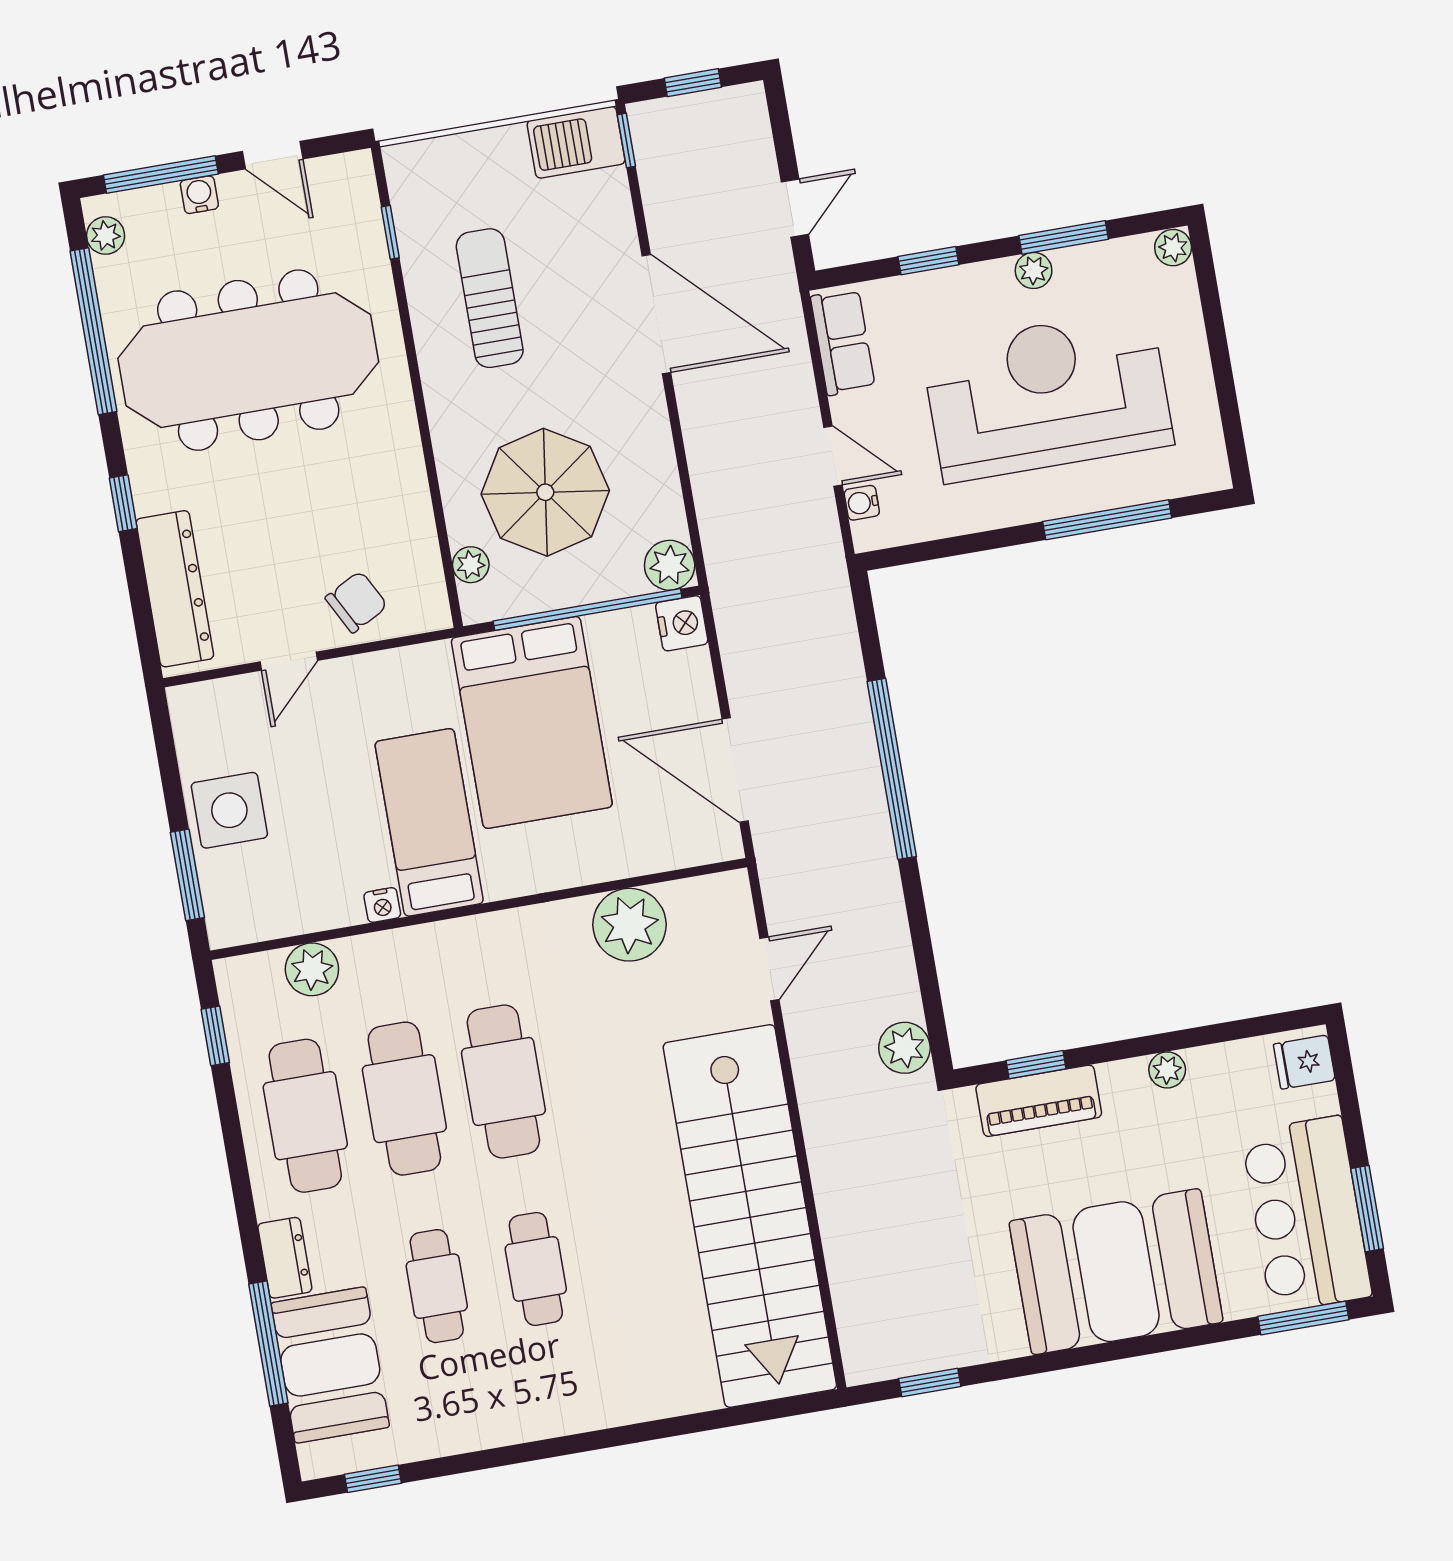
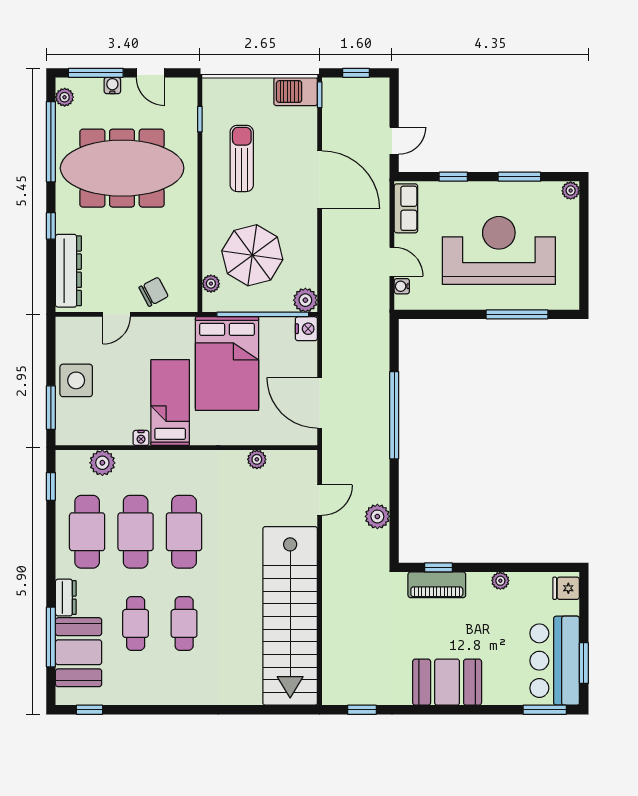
plant: (1034, 270) -> (502, 190), removed
plant: (629, 925) -> (257, 459), width x0.53, depth x0.53
plant: (904, 1048) -> (377, 516), moved
booth: (1116, 1272) -> (447, 682), width x0.73, depth x0.70

